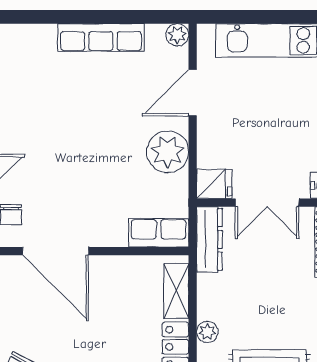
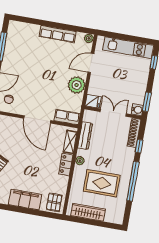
double door: (267, 203) -> (113, 113), swing flipped
dresser: (209, 239) -> (85, 136), moved
door: (56, 251) -> (37, 119), moved

